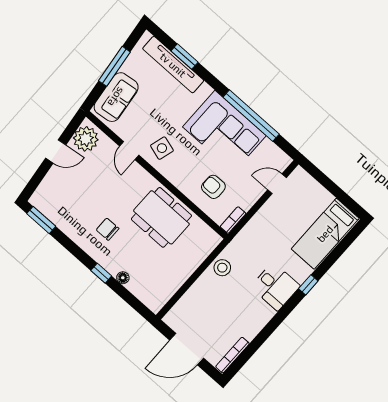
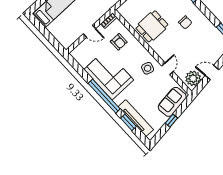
window: (114, 66) -> (171, 121), width x0.46
window: (251, 116) -> (104, 96), moved
door: (277, 184) -> (90, 31), moved
dining table: (161, 217) -> (152, 26), width x0.73

